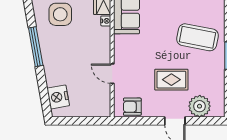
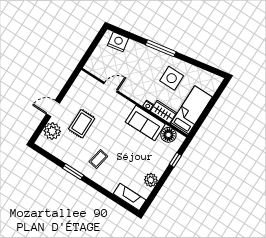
coffee table: (198, 37) -> (98, 159), width x0.54, depth x0.58
armchair: (132, 107) -> (80, 87), removed

